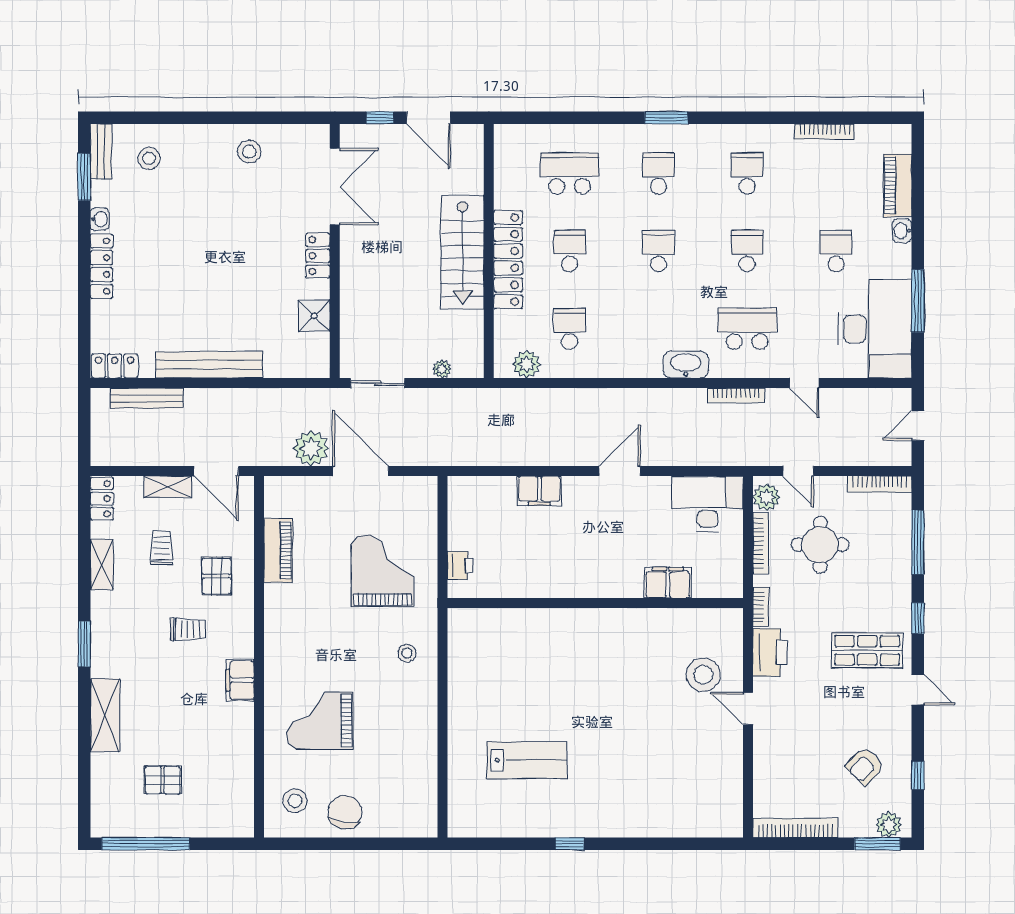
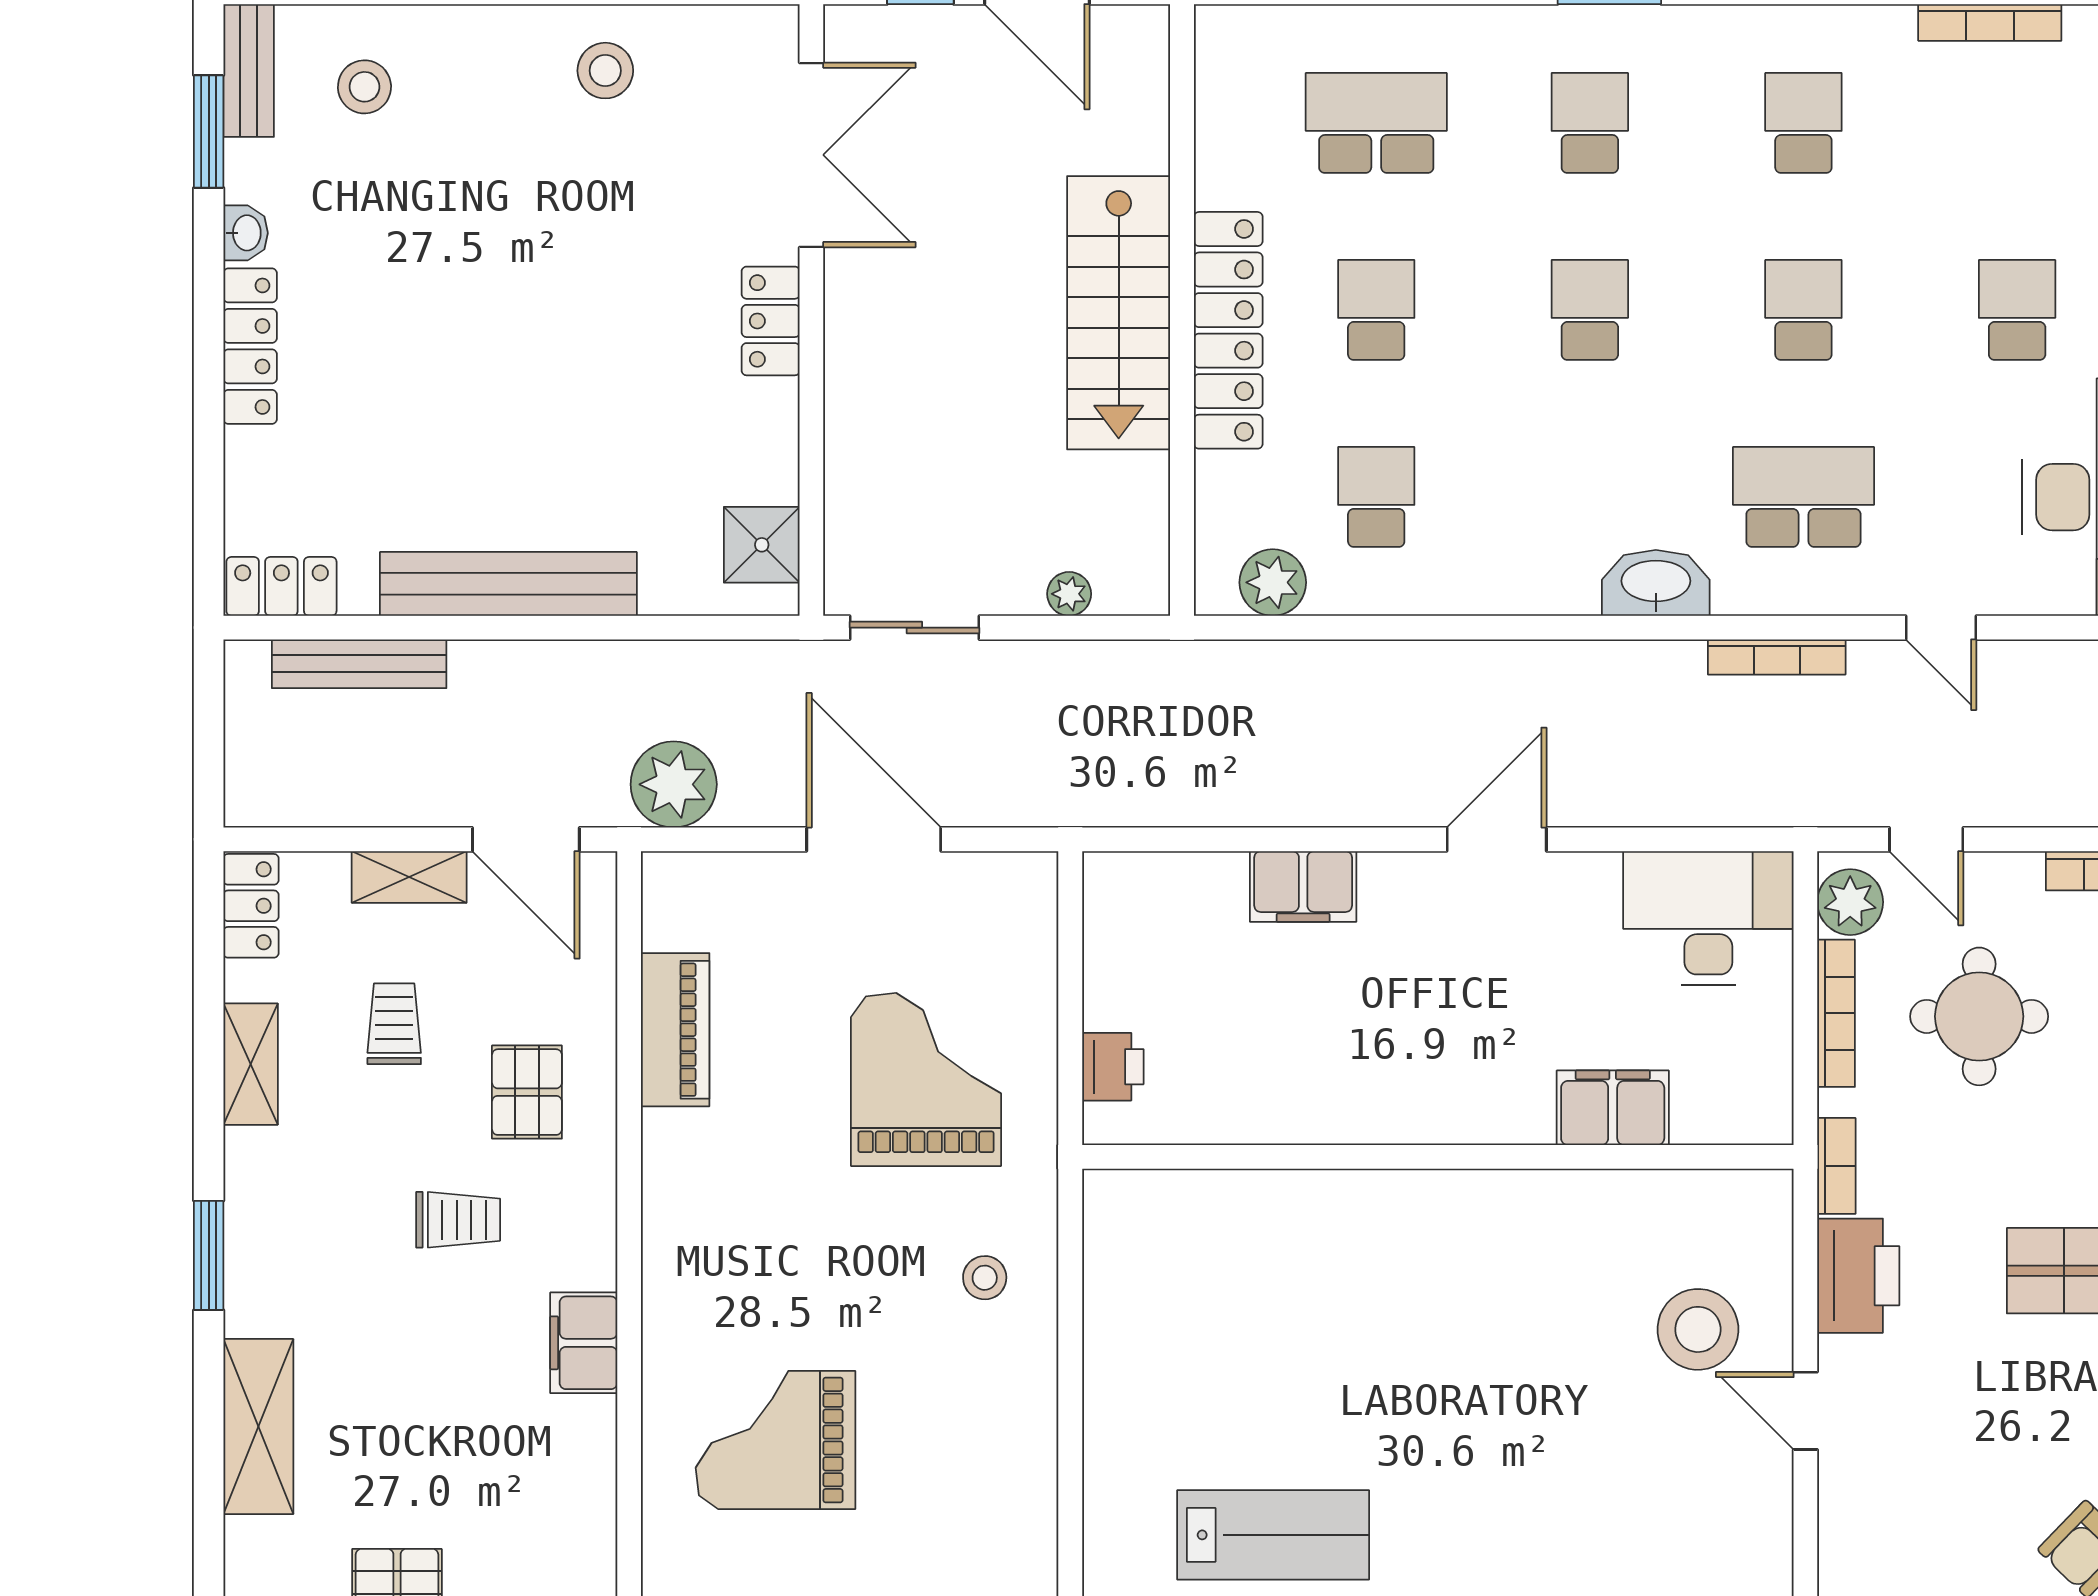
shower: (314, 316) -> (762, 545), moved
plant: (311, 448) -> (674, 784), moved

